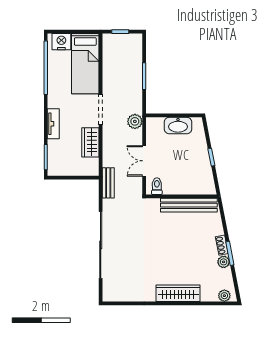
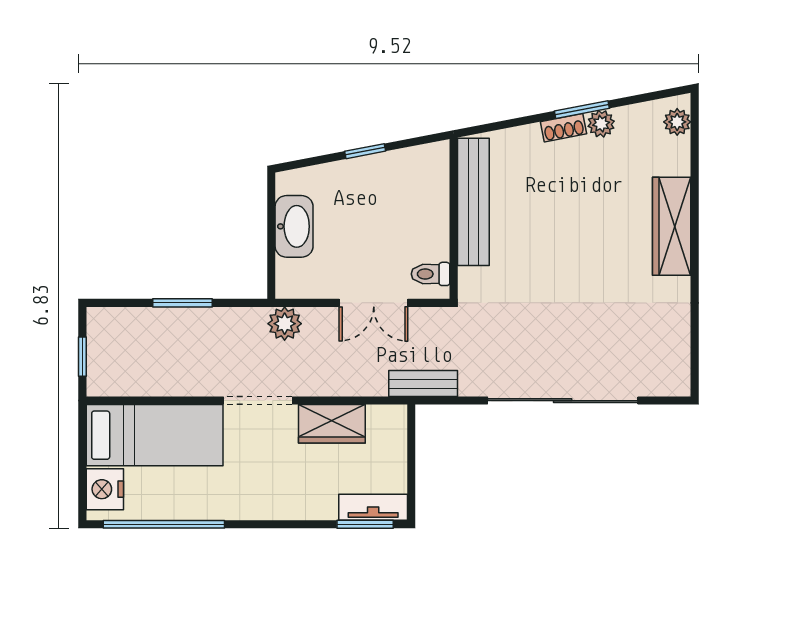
tv unit: (53, 124) -> (373, 507), moved

